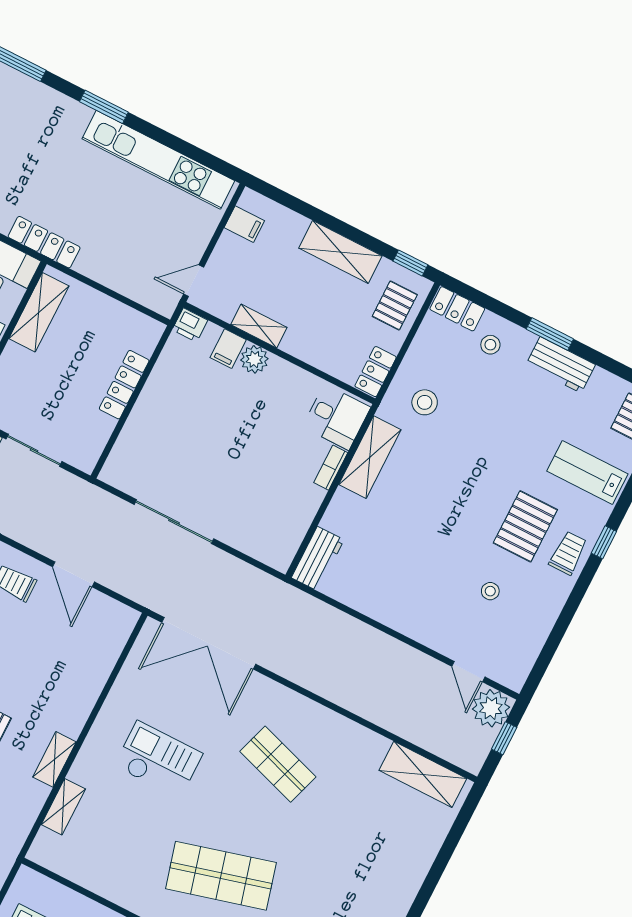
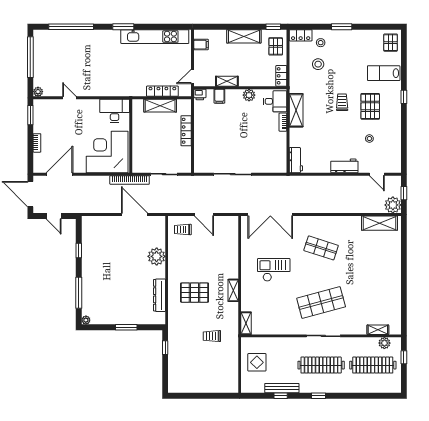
locker: (44, 242) -> (162, 91), moved
shelving: (39, 312) -> (160, 106), moved, turned 90
plant: (254, 359) -> (249, 95), moved
workbench: (560, 365) -> (344, 166), moved, turned 180
stool: (425, 402) -> (318, 64), moved
trolley: (568, 553) -> (342, 102), moved
plant: (491, 708) -> (393, 205), moved
shelving: (63, 807) -> (246, 323), moved

